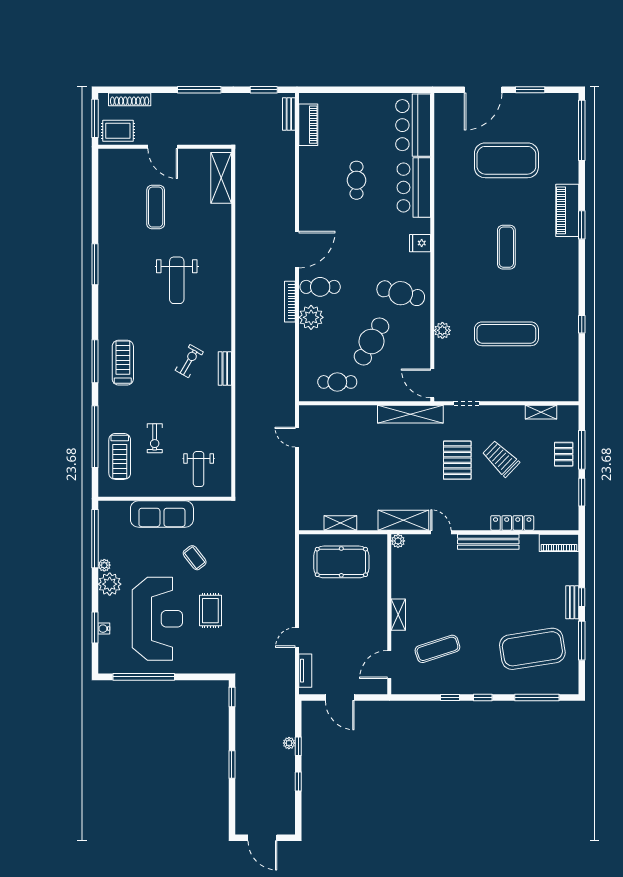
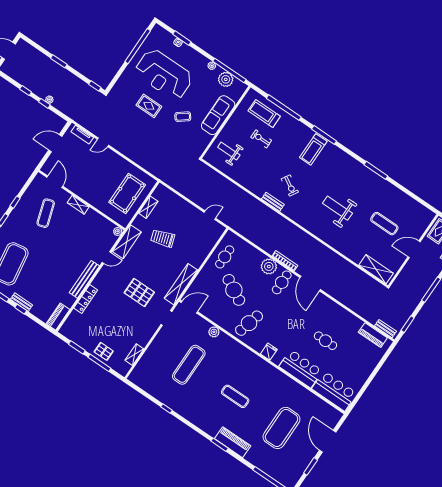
treadmill: (123, 363) -> (313, 149), turned 90
trolley: (501, 459) -> (163, 238), moved, turned -152
plant: (110, 584) -> (226, 79), moved
door: (297, 638) -> (103, 142), swing flipped

